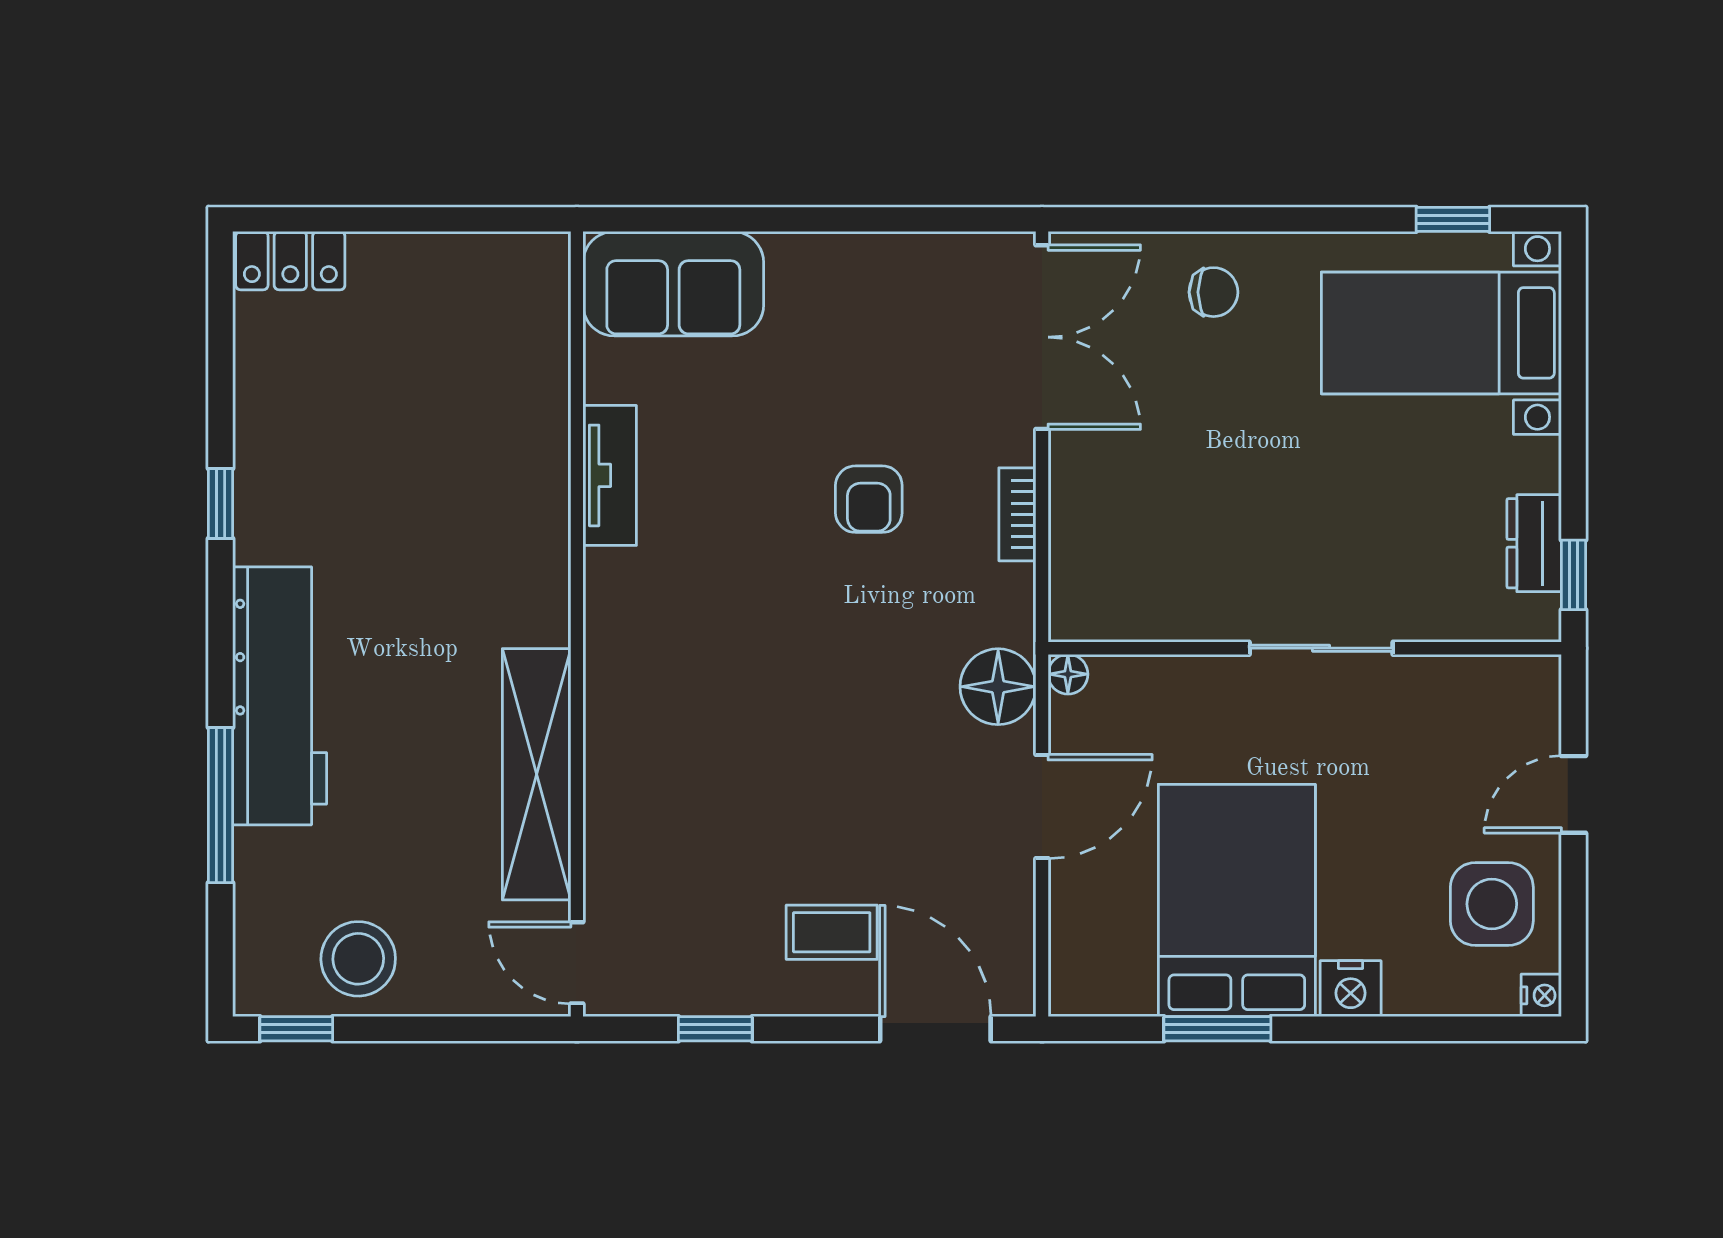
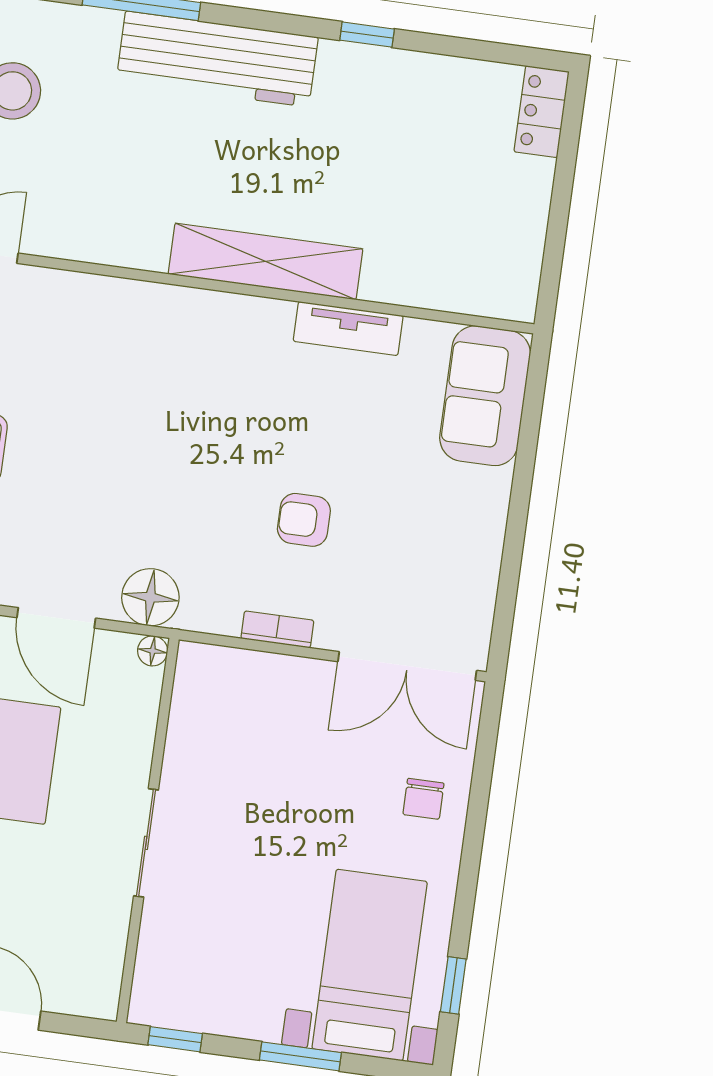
window: (1574, 407) -> (300, 1056), added
dresser: (1534, 543) -> (203, 1013), removed
shelving: (537, 774) -> (266, 261), moved

